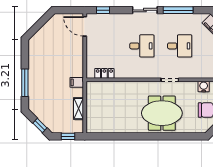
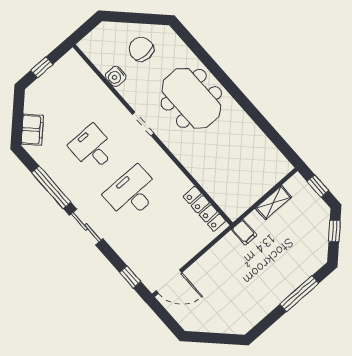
door: (85, 26) -> (169, 282), hinge flipped
desk: (142, 46) -> (132, 193), width x1.37
locker: (104, 73) -> (204, 209), width x1.53

